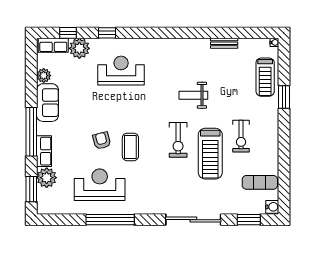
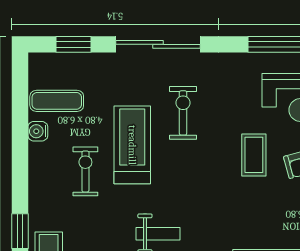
exercise bike: (178, 140) -> (183, 113), moved
water cooler: (272, 207) -> (38, 131), moved

